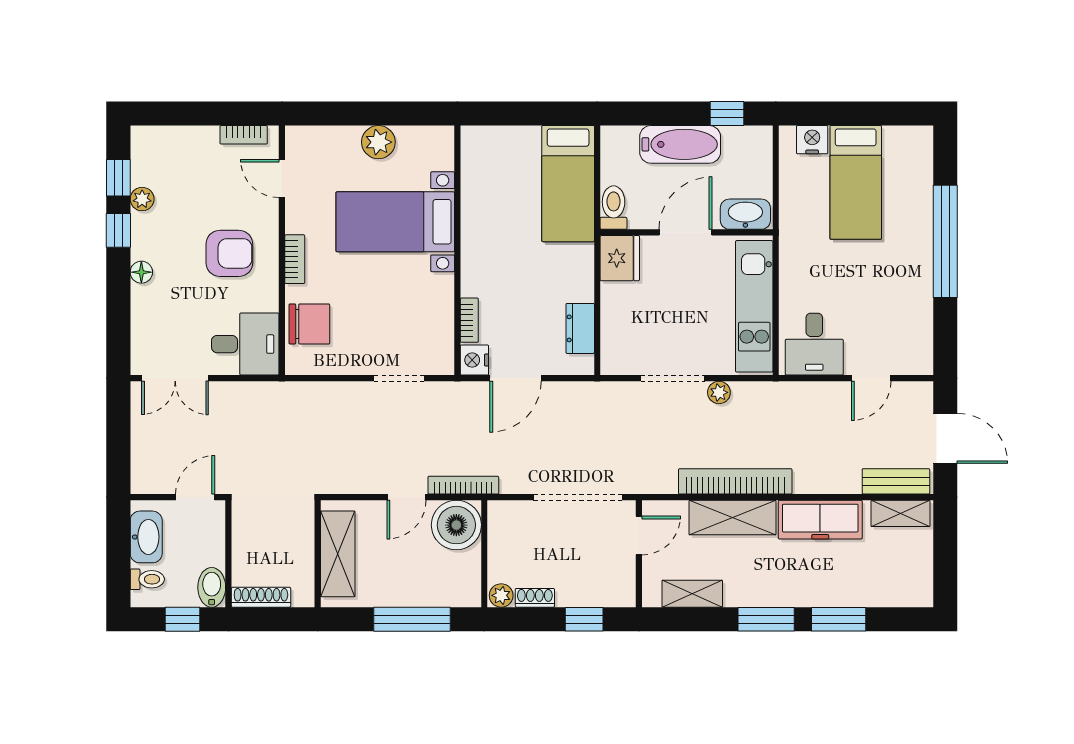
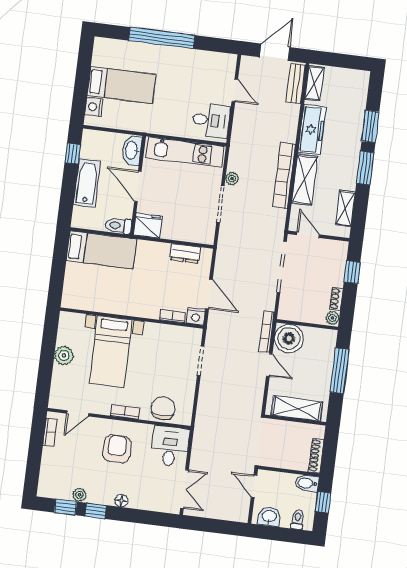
washbasin: (146, 537) -> (269, 517), width x0.72

